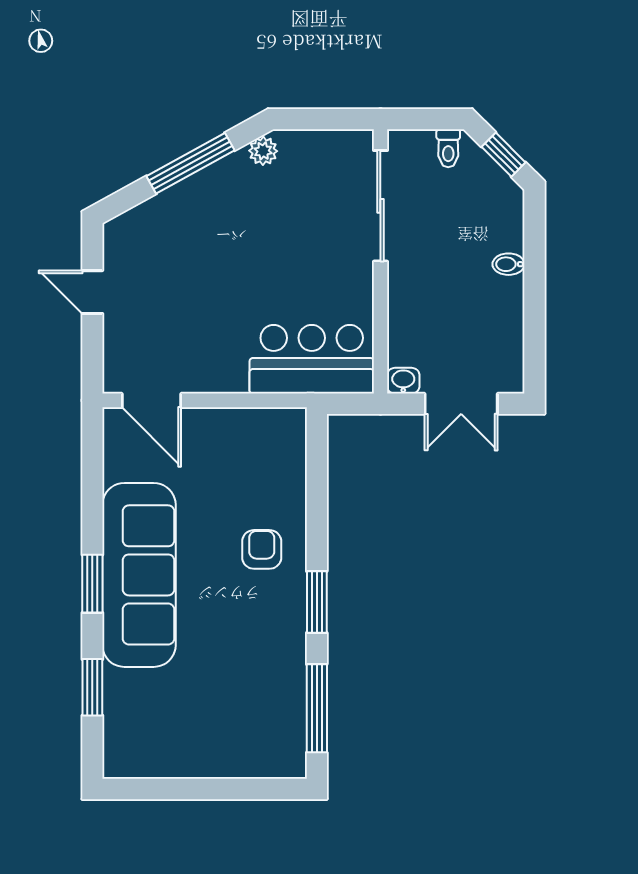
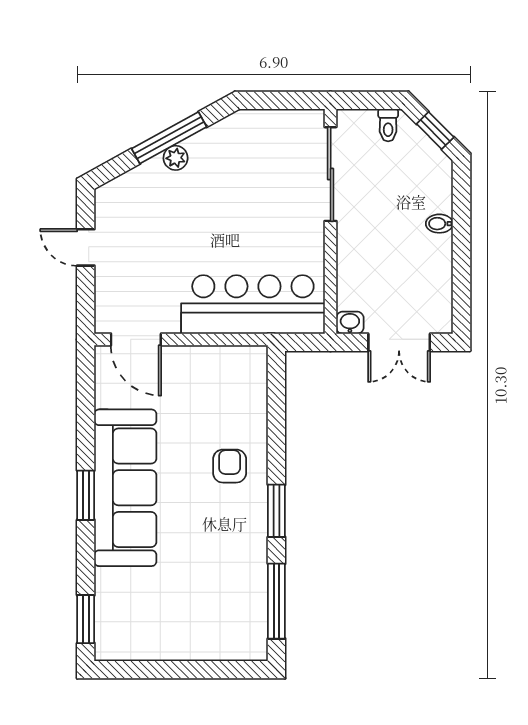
plant: (263, 151) -> (176, 158), moved
bar counter: (312, 359) -> (253, 304), width x1.36
window: (92, 687) -> (86, 619), moved

